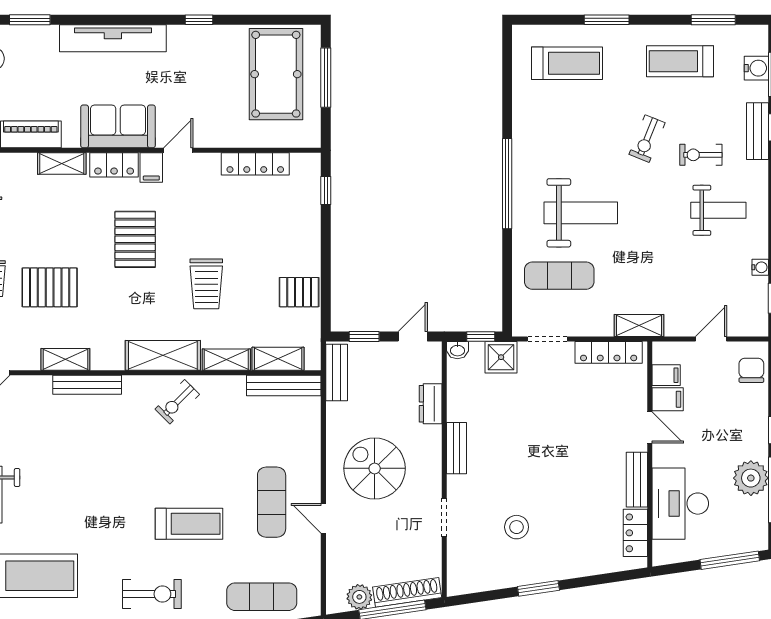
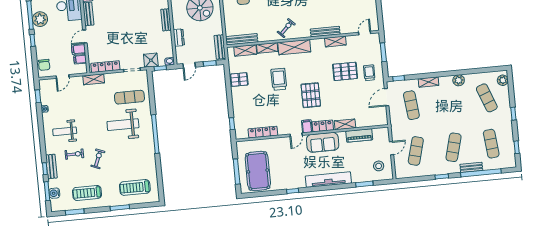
treadmill: (680, 61) -> (87, 193), turned 180
door: (650, 427) -> (85, 36), hinge flipped

